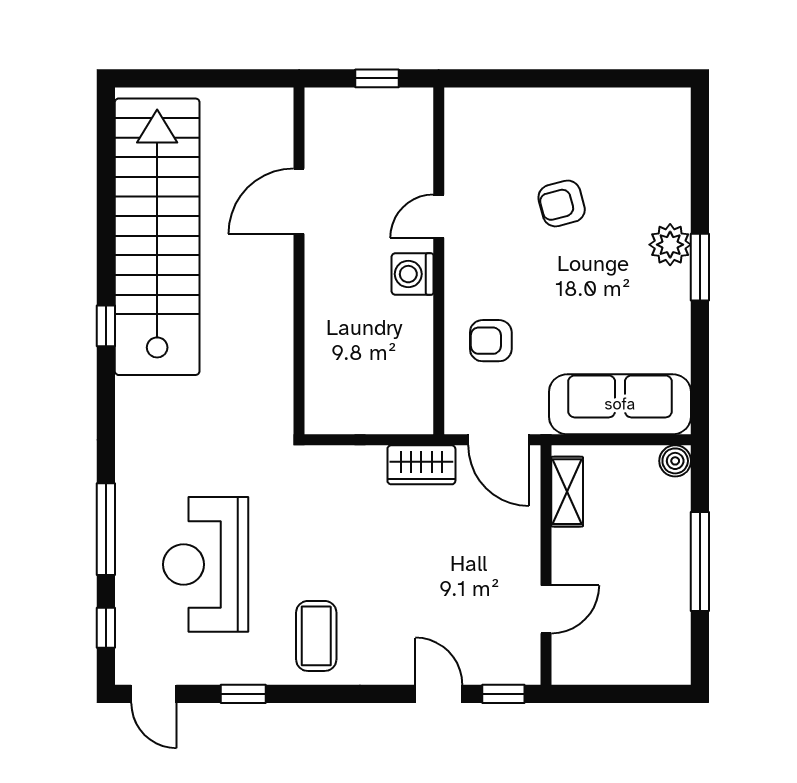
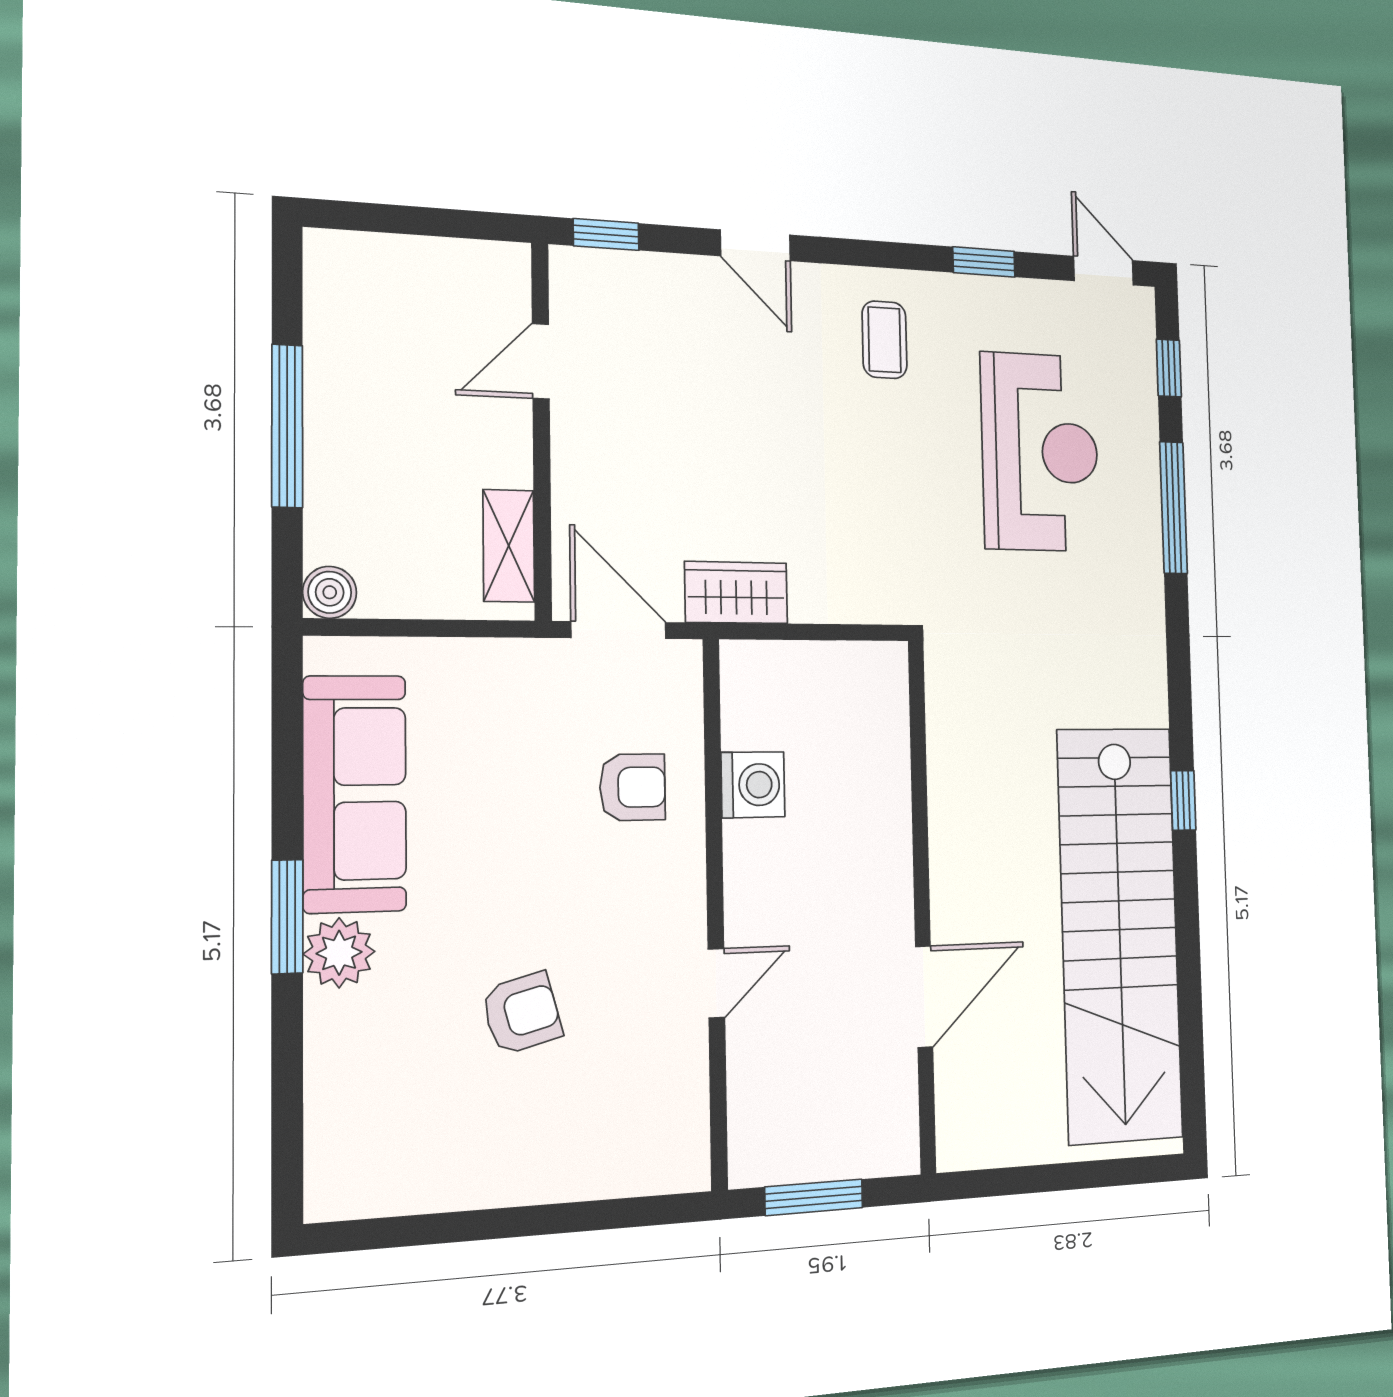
window: (377, 78) -> (814, 1197), width x1.50
washing machine: (412, 274) -> (753, 785), moved
sofa: (620, 404) -> (355, 794), moved, turned -90
coffee table: (316, 636) -> (884, 340), width x0.73, depth x0.77
door: (439, 694) -> (755, 245), moved

